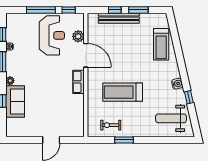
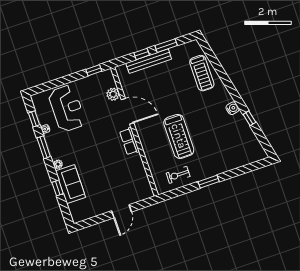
window: (41, 10) -> (65, 80), removed
reception desk: (52, 35) -> (67, 108), moved
treadmill: (123, 92) -> (179, 136), turned -90
weight bench: (171, 118) -> (238, 147), removed
window: (124, 140) -> (209, 182), moved

